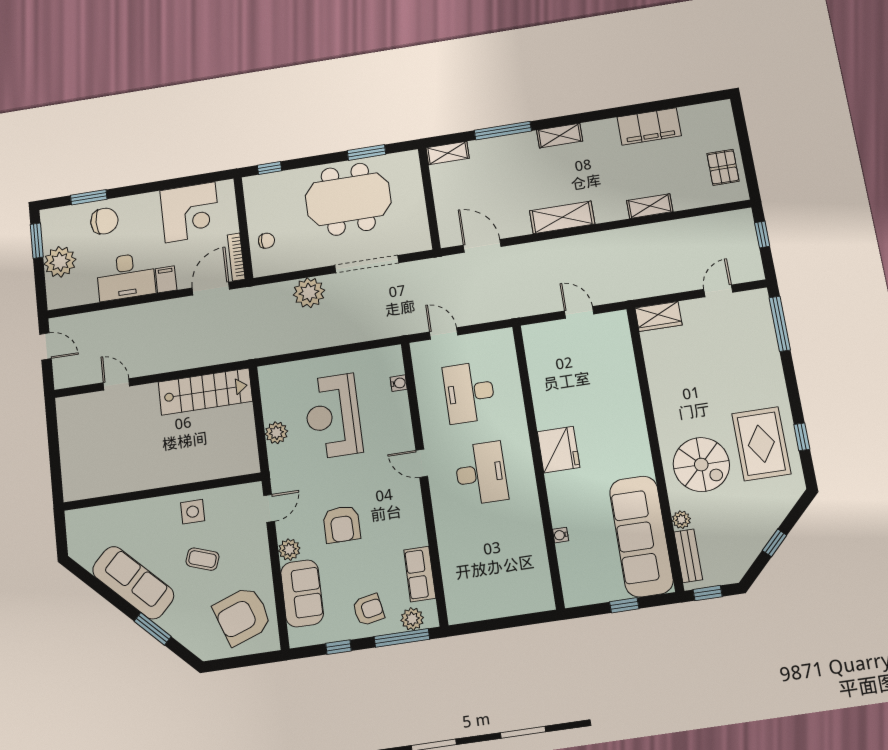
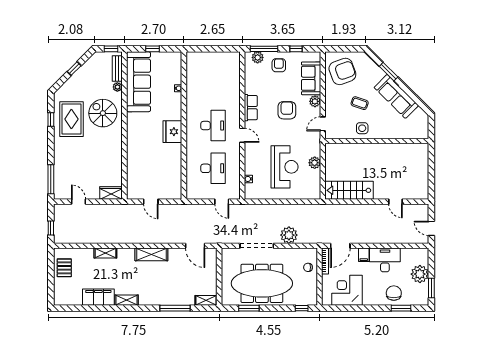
shelving: (560, 136) -> (126, 300), moved
meeting table: (348, 199) -> (262, 283), width x1.36
chair: (104, 221) -> (394, 293), turned 90
door: (718, 291) -> (79, 202), swing flipped
desk: (481, 473) -> (213, 126), turned 180
row of seats: (420, 574) -> (251, 108), moved
armchair: (368, 610) -> (279, 65), turned 101

